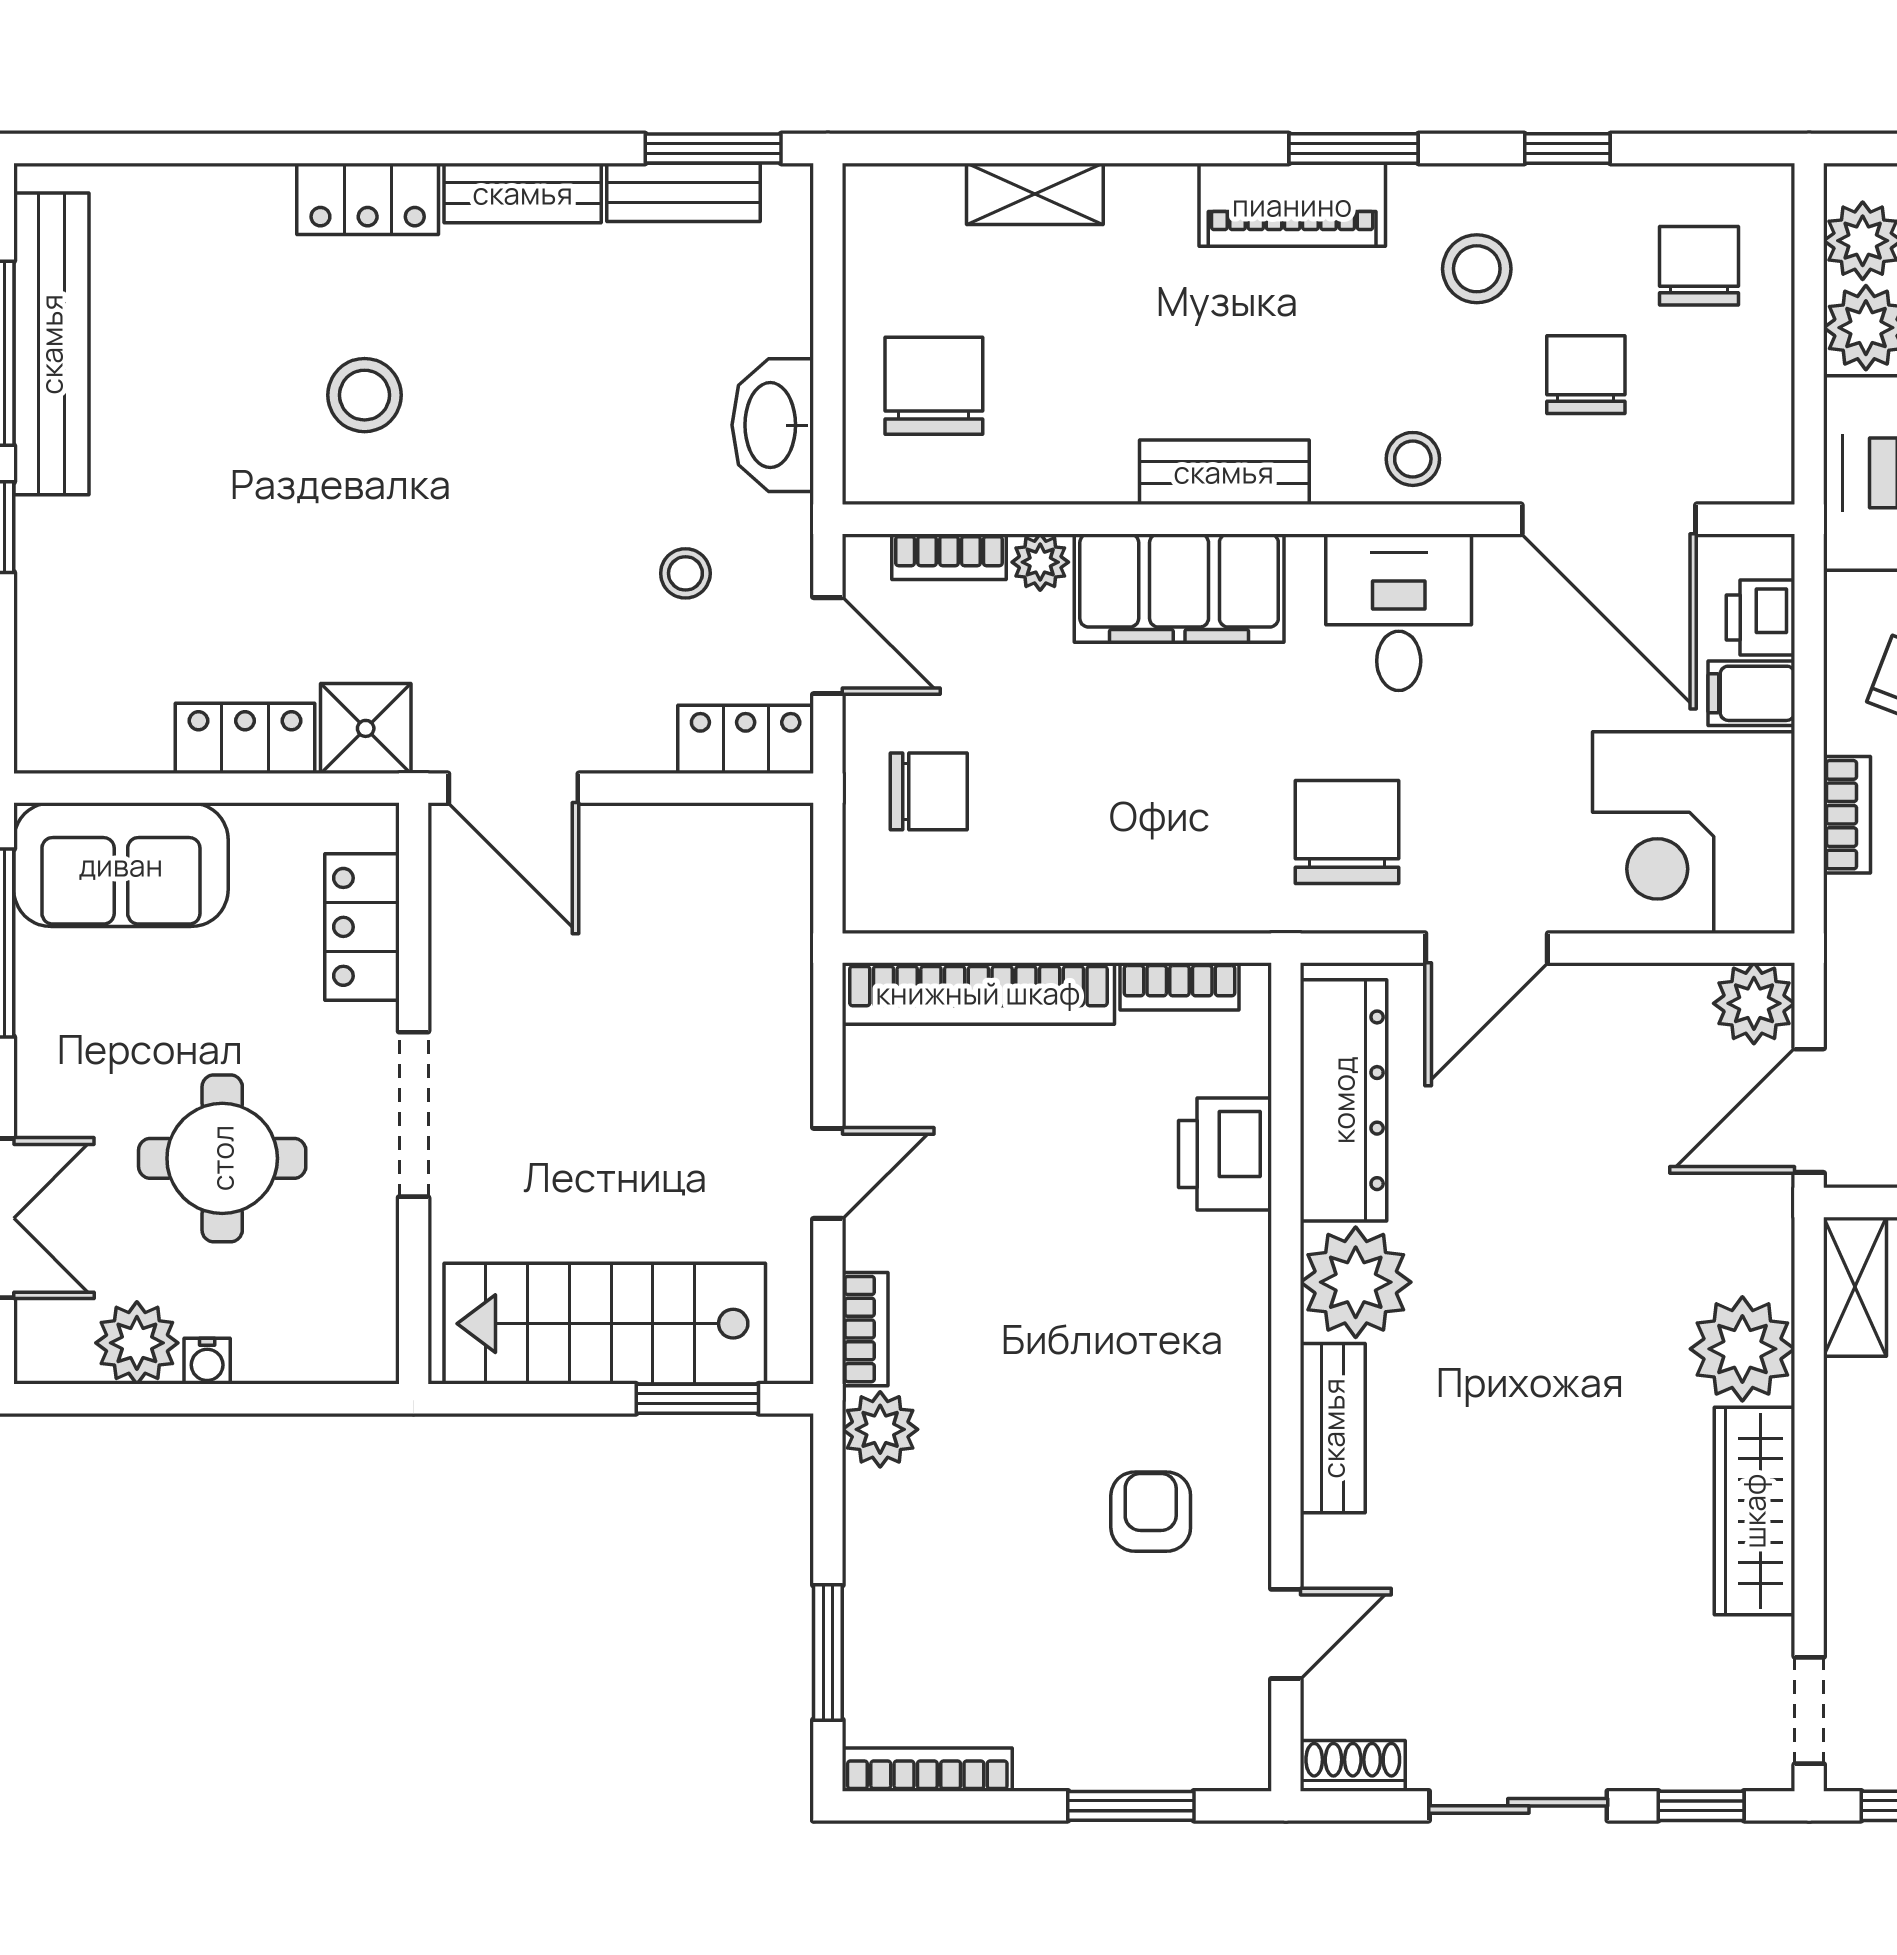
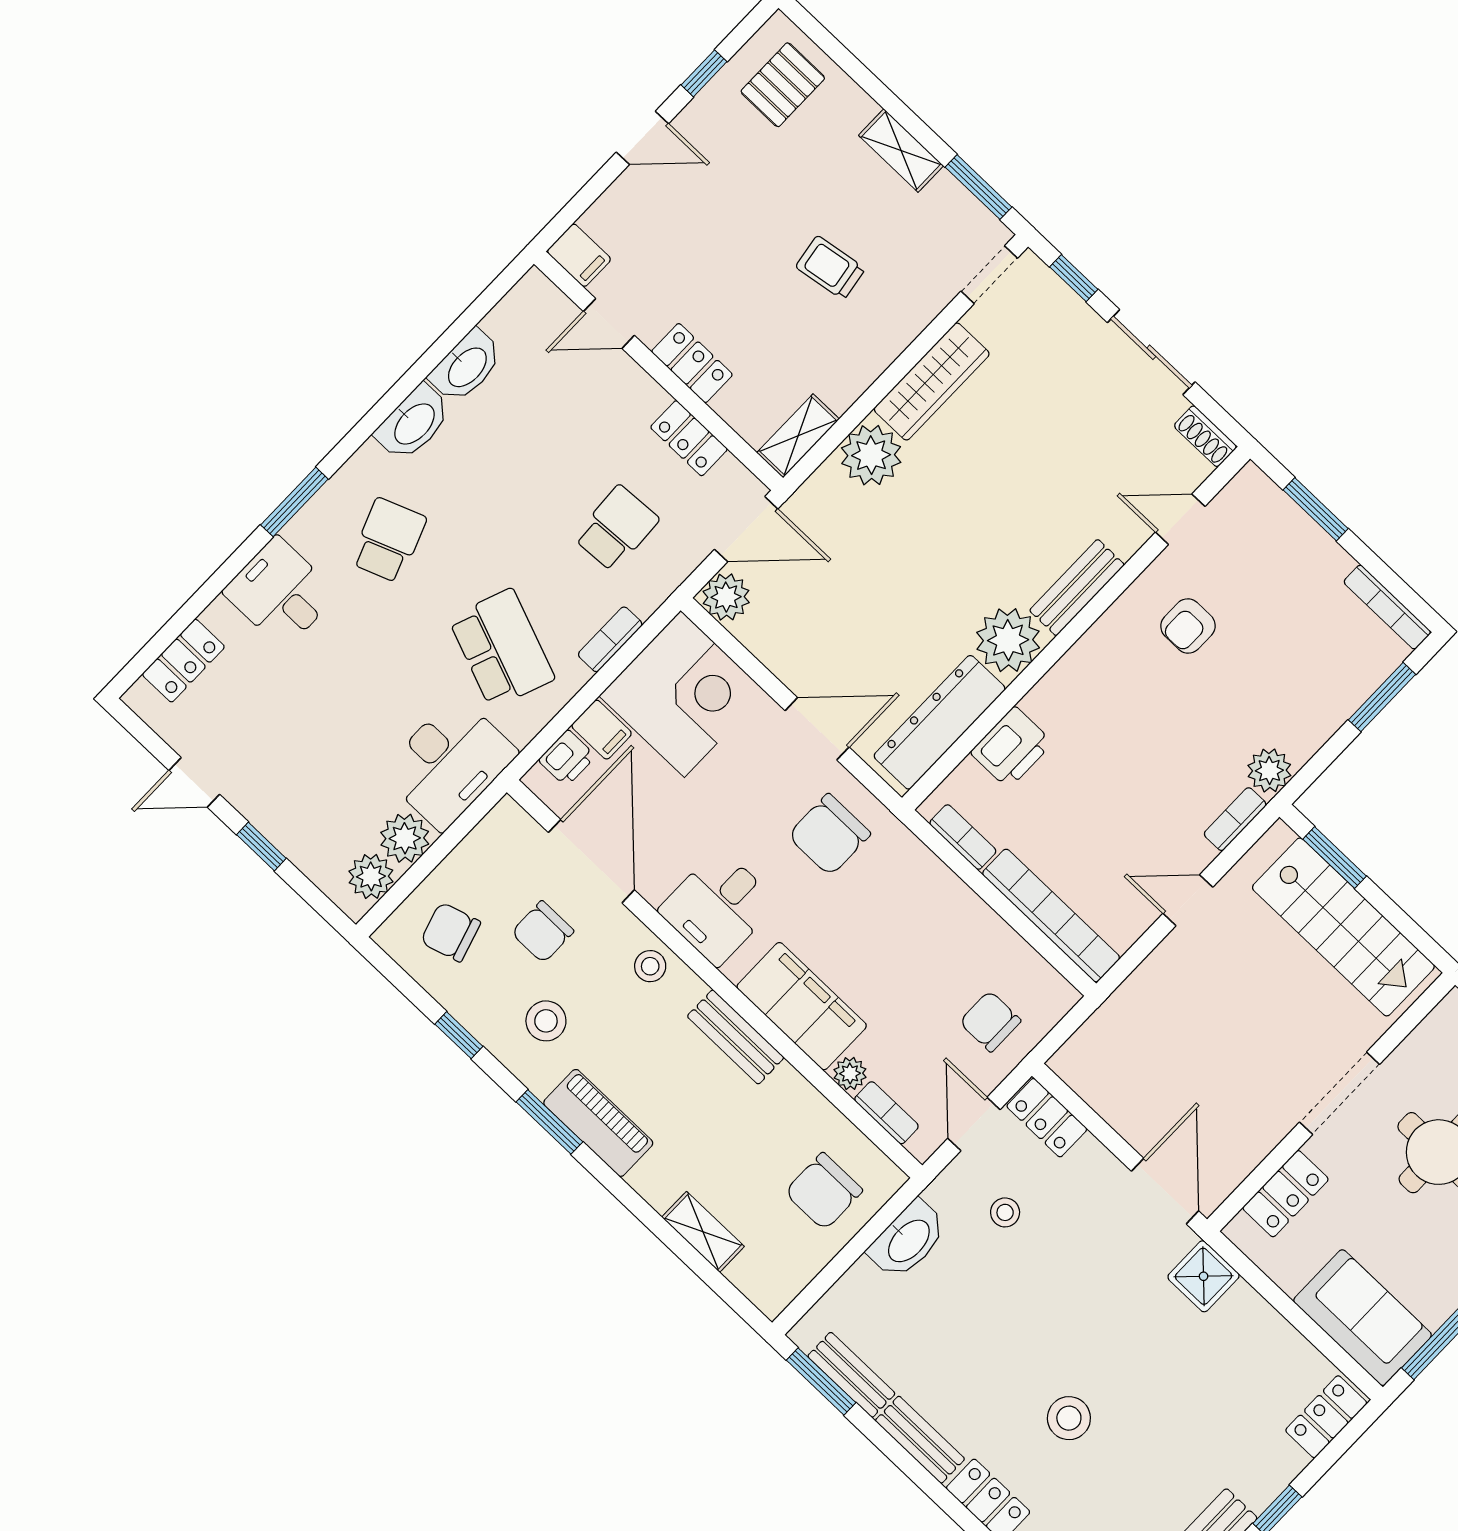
chair: (1699, 266) -> (450, 932), turned 73
locker: (245, 738) -> (1326, 1417), moved, turned 90

